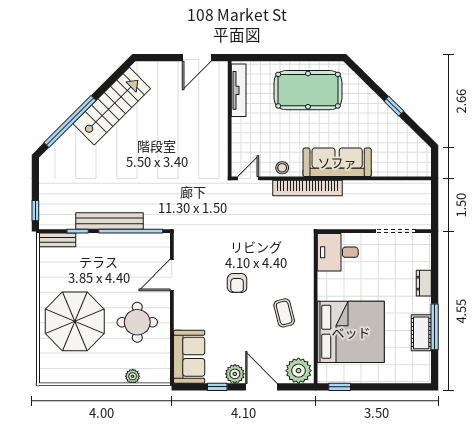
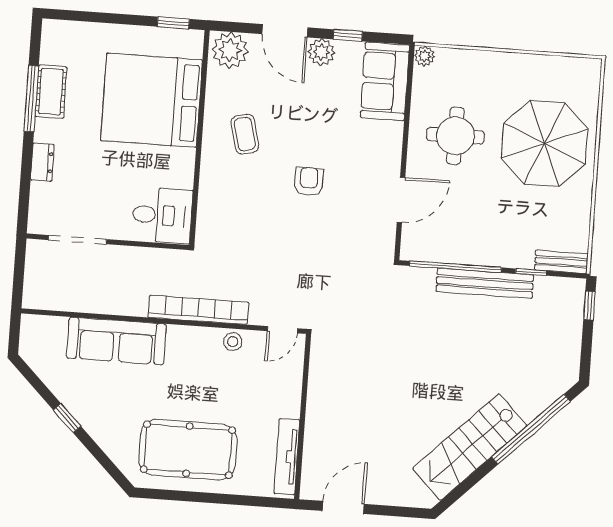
sofa: (337, 162) -> (116, 341), moved
plant: (133, 376) -> (425, 56), moved

